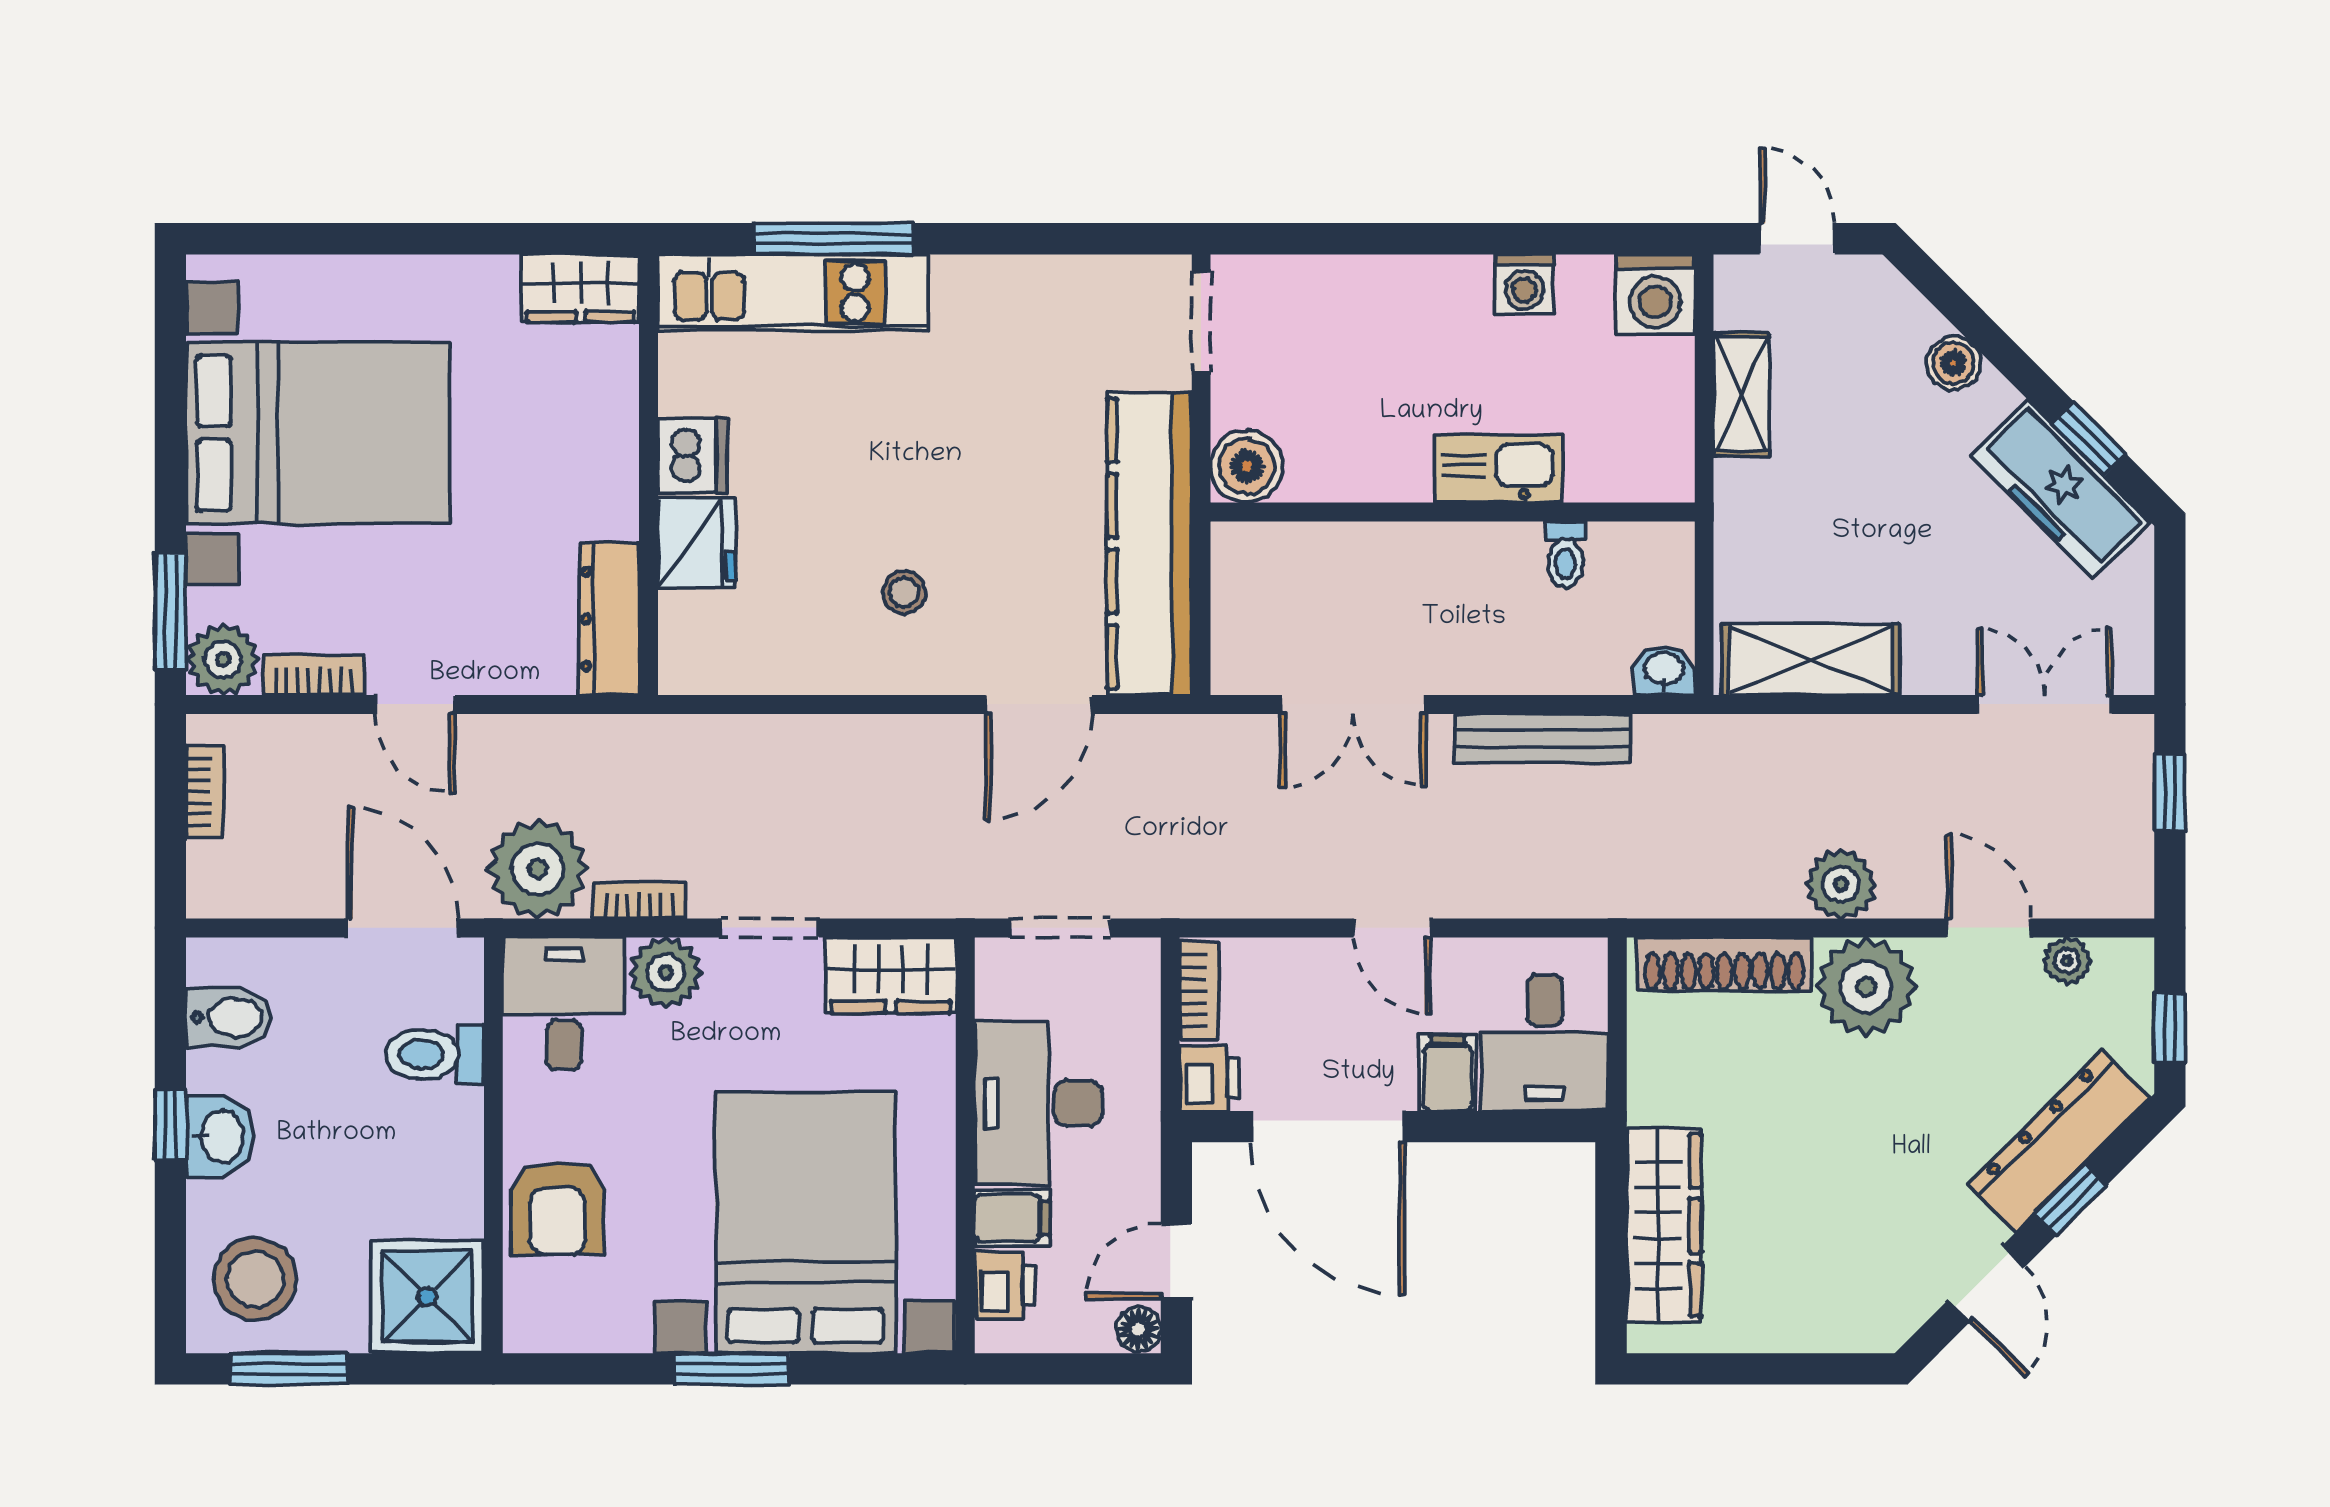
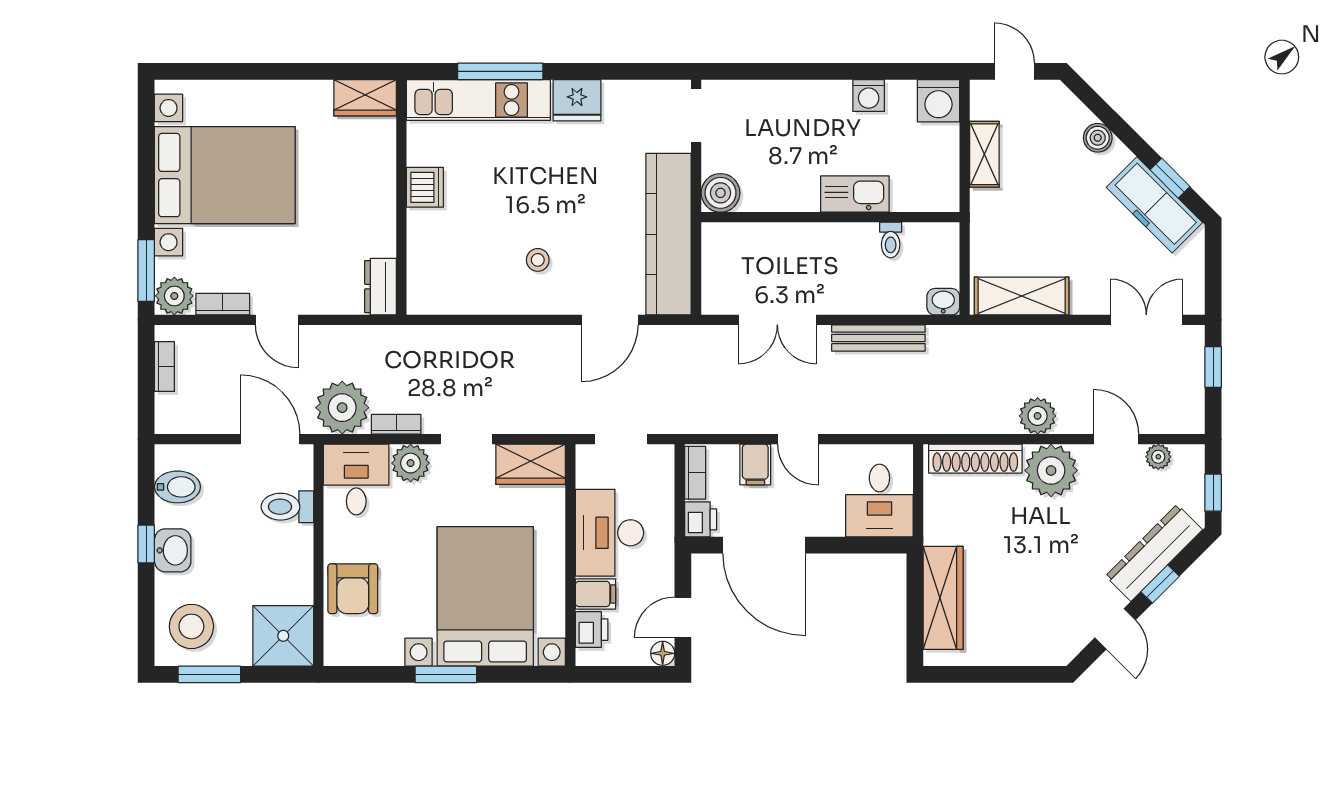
fridge: (696, 543) -> (577, 100), moved, turned 90
dresser: (609, 619) -> (380, 287), width x0.70
filing cabinet: (1448, 1073) -> (755, 465), moved, turned 180

